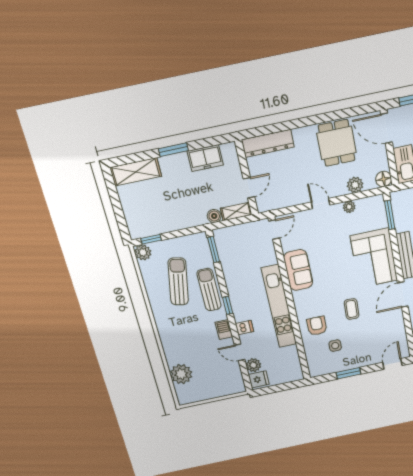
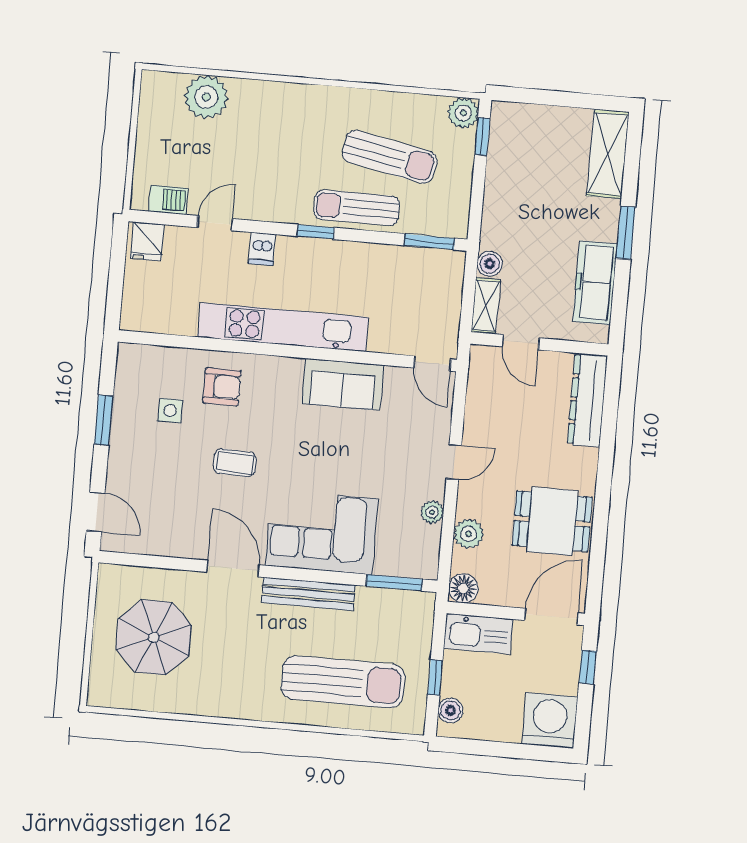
freezer: (205, 158) -> (595, 283), width x1.40
sun lounger: (209, 290) -> (357, 208), turned 180
barbecue: (224, 330) -> (168, 200), moved
plant: (253, 365) -> (180, 241), removed

